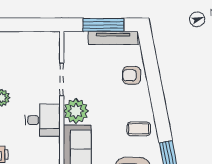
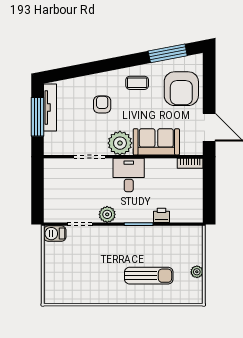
armchair: (132, 75) -> (102, 104), moved, turned 180
coffee table: (139, 129) -> (137, 83), turned 90

